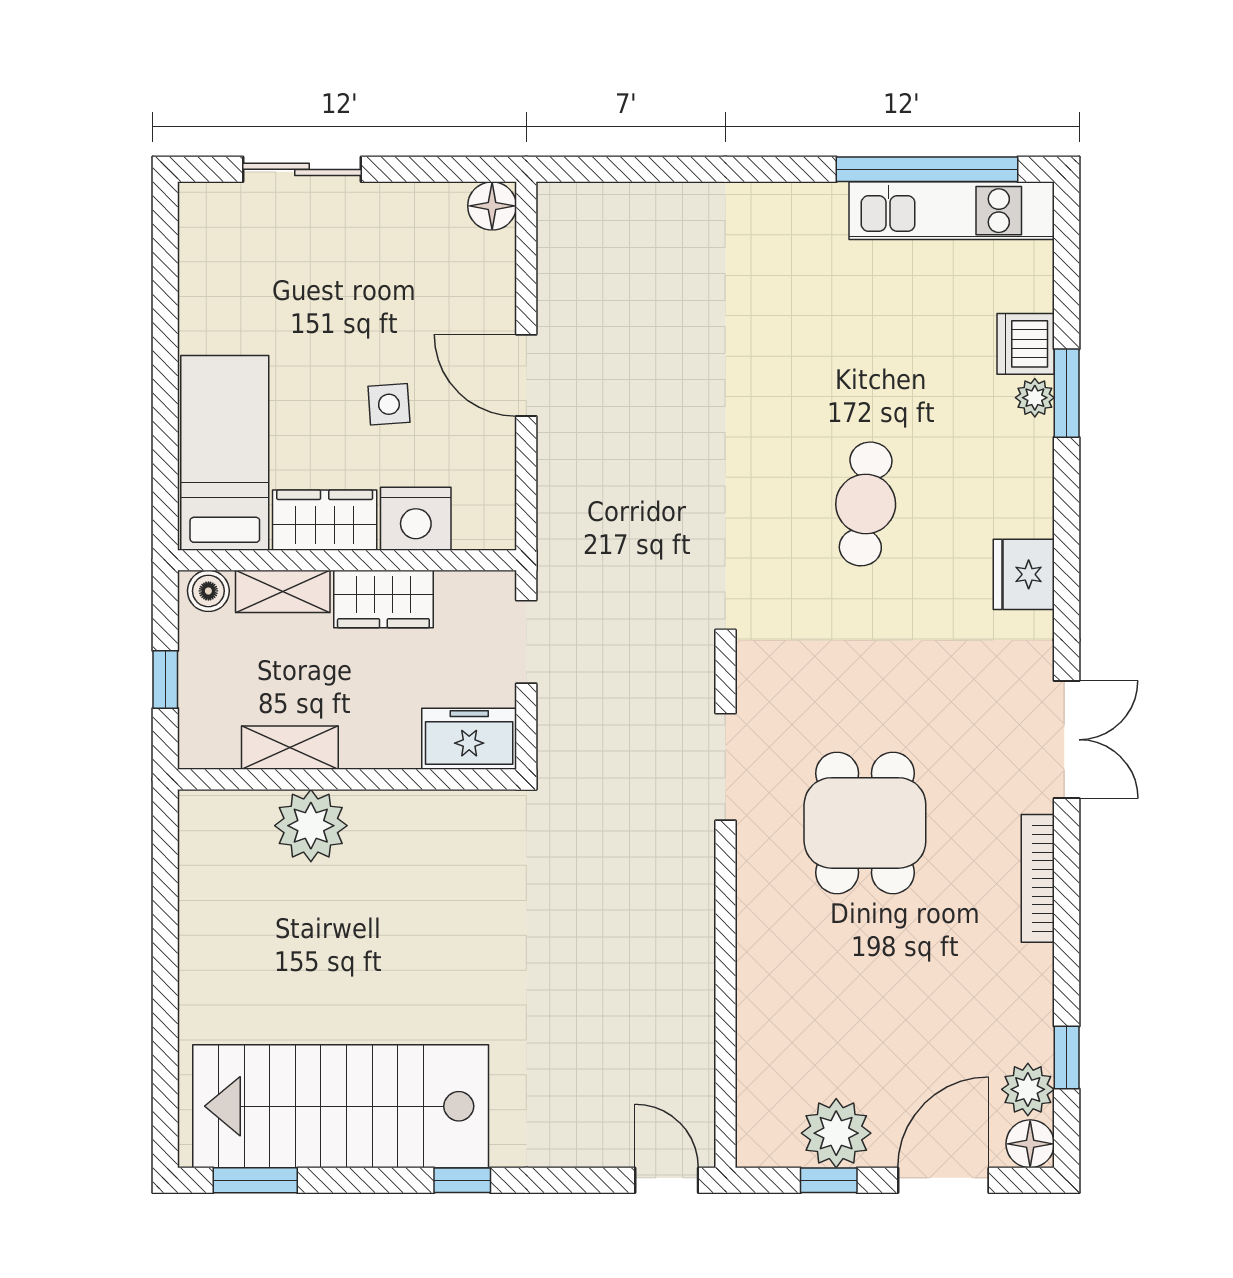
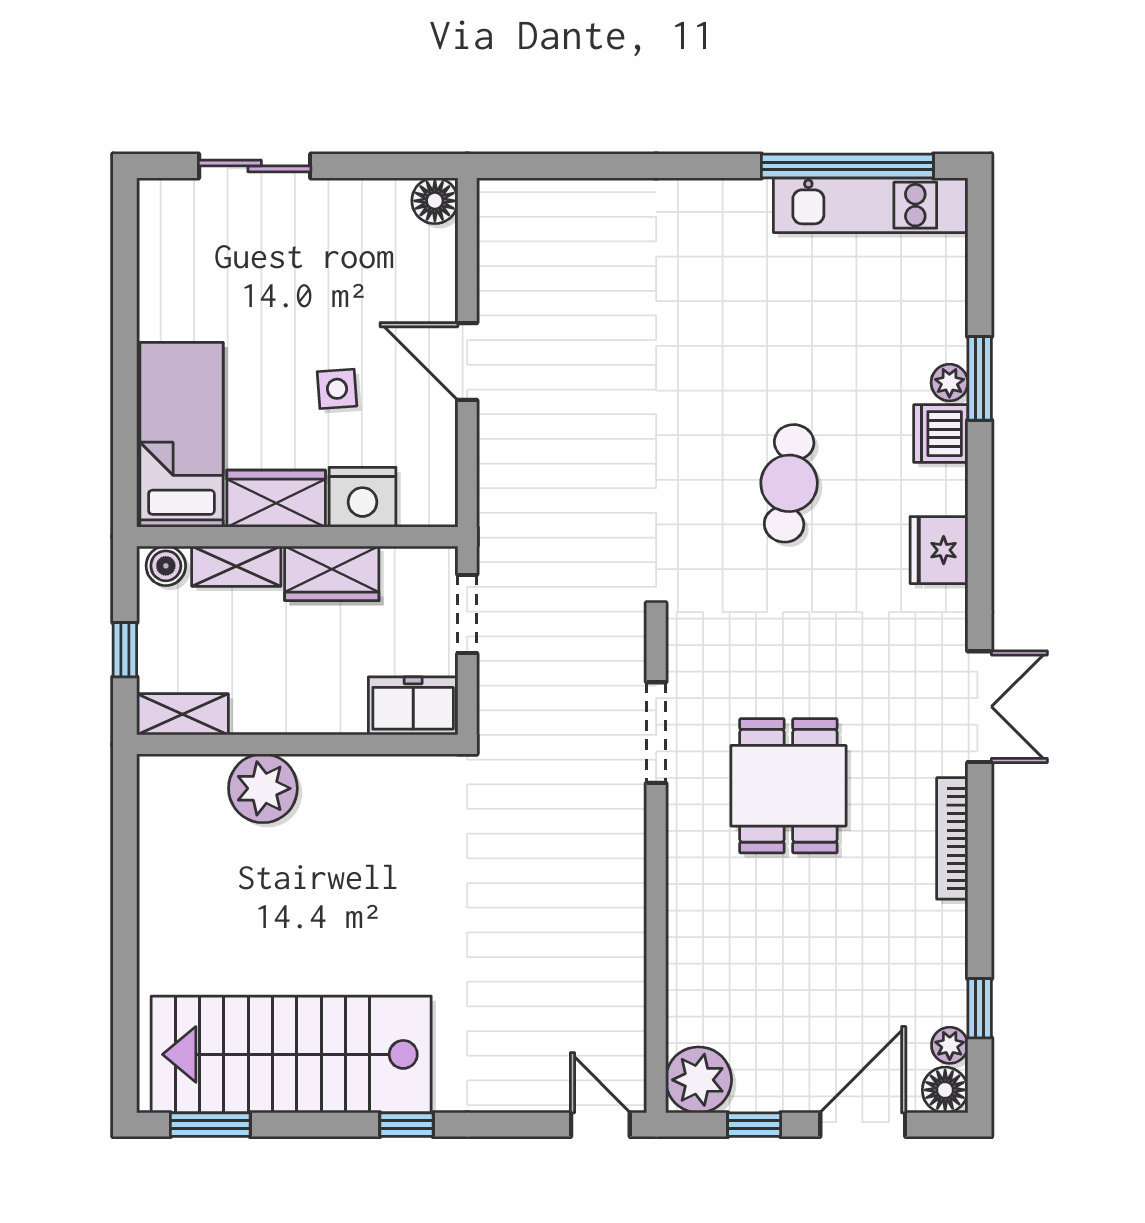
dishwasher: (1026, 344) -> (941, 434), moved
shelving: (290, 748) -> (183, 714), moved
plant: (1028, 1089) -> (950, 1045), width x0.73, depth x0.73
plant: (836, 1133) -> (699, 1080), moved

